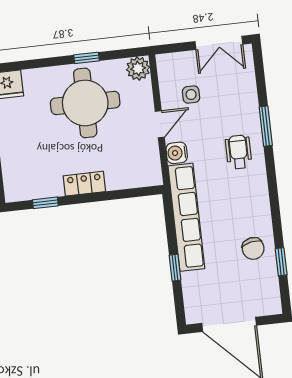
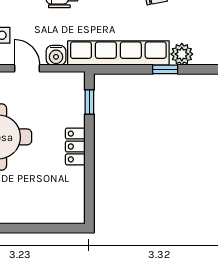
window: (45, 203) -> (89, 102), moved
plant: (193, 283) -> (182, 54), added

